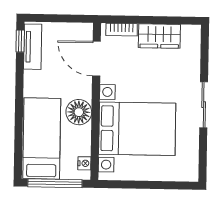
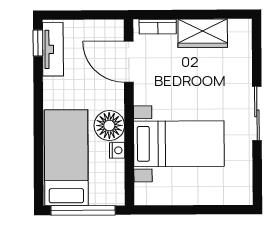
bed with nightstands: (137, 129) -> (179, 144), width x0.73
nightstand: (84, 163) -> (117, 150), moved

